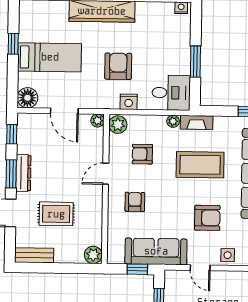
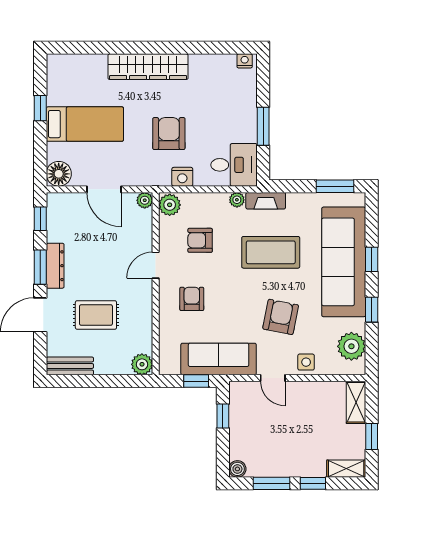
armchair: (207, 218) -> (281, 317), turned -79

